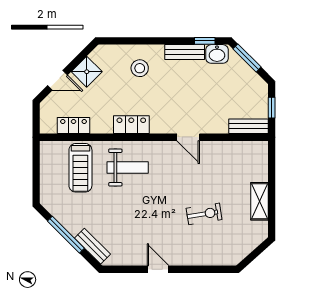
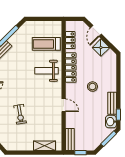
stool: (140, 68) -> (92, 87), moved
locker: (131, 125) -> (71, 68), width x1.53
door: (188, 137) -> (64, 105), swing flipped
weight bench: (128, 167) -> (46, 71), turned 90
shelving: (260, 201) -> (44, 146), moved

